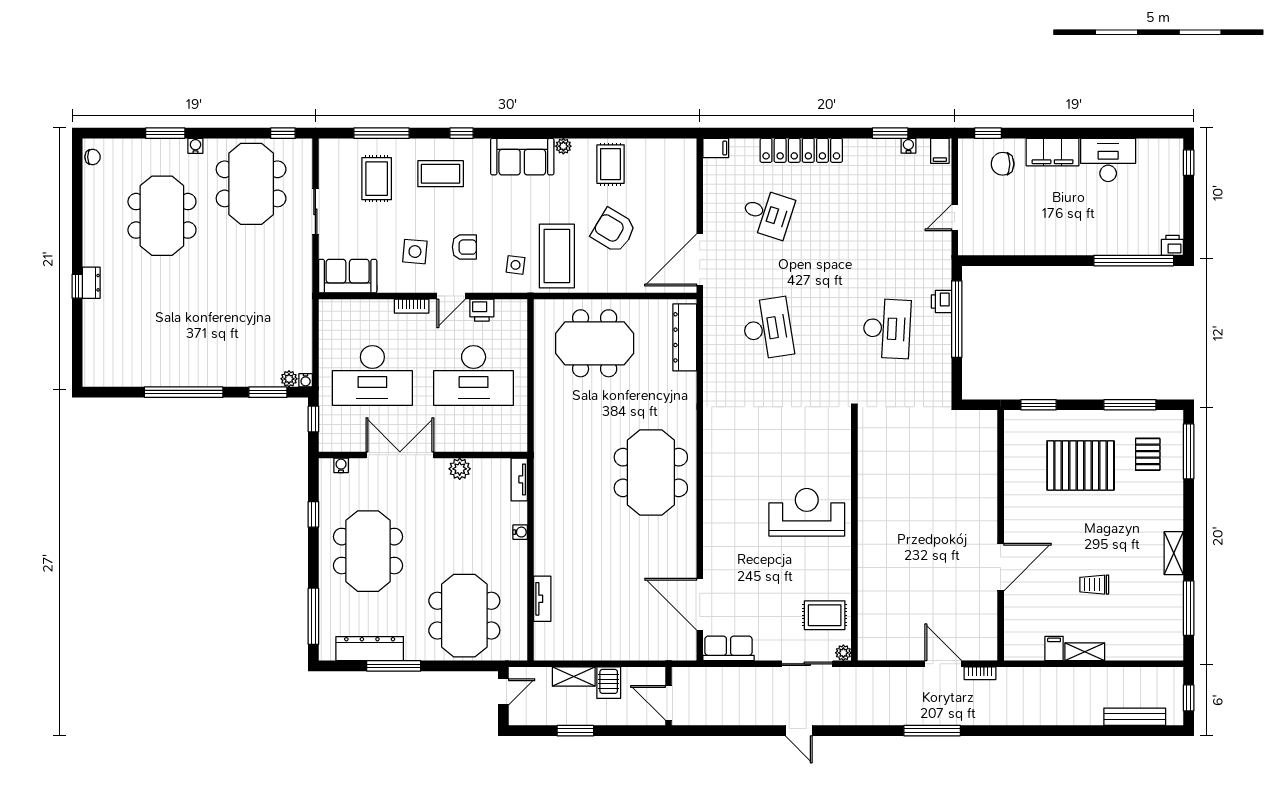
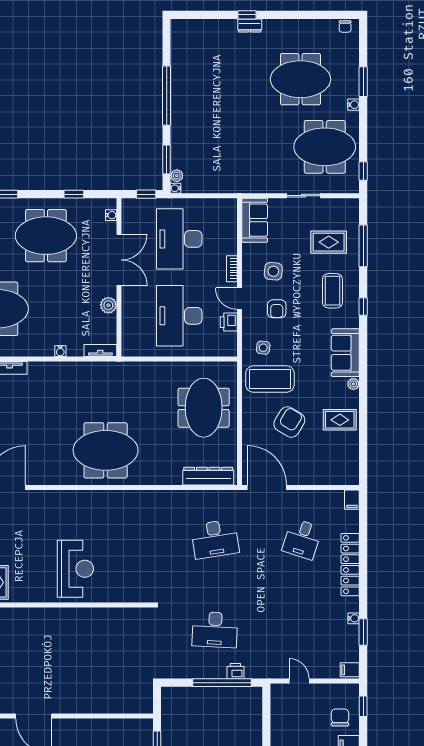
water cooler: (908, 146) -> (354, 618), moved

